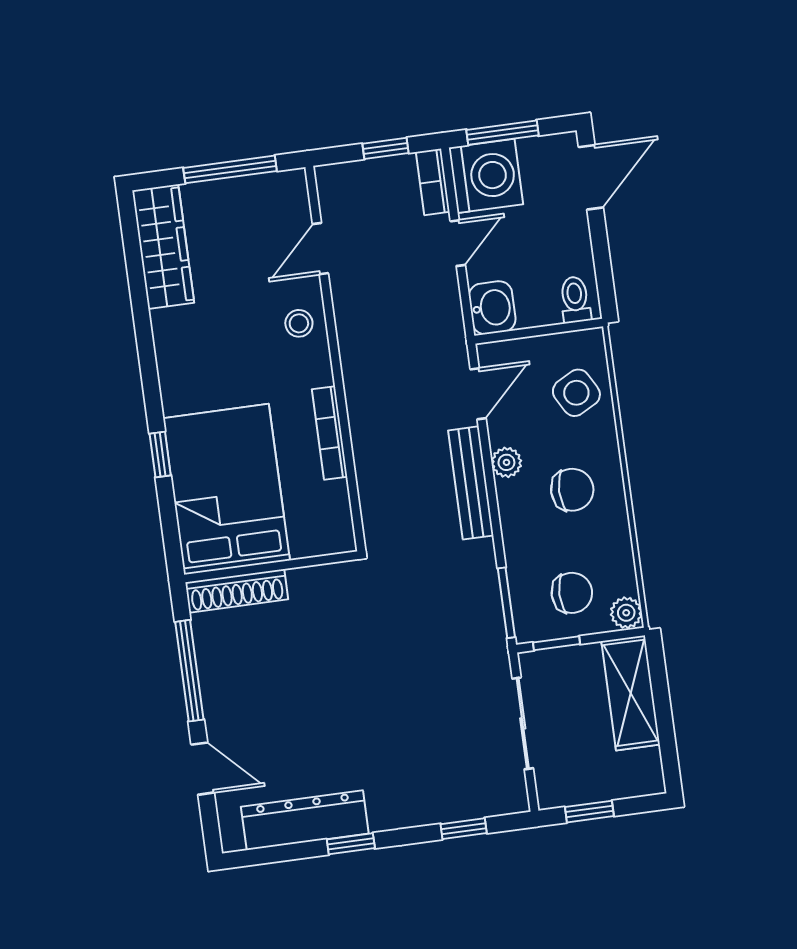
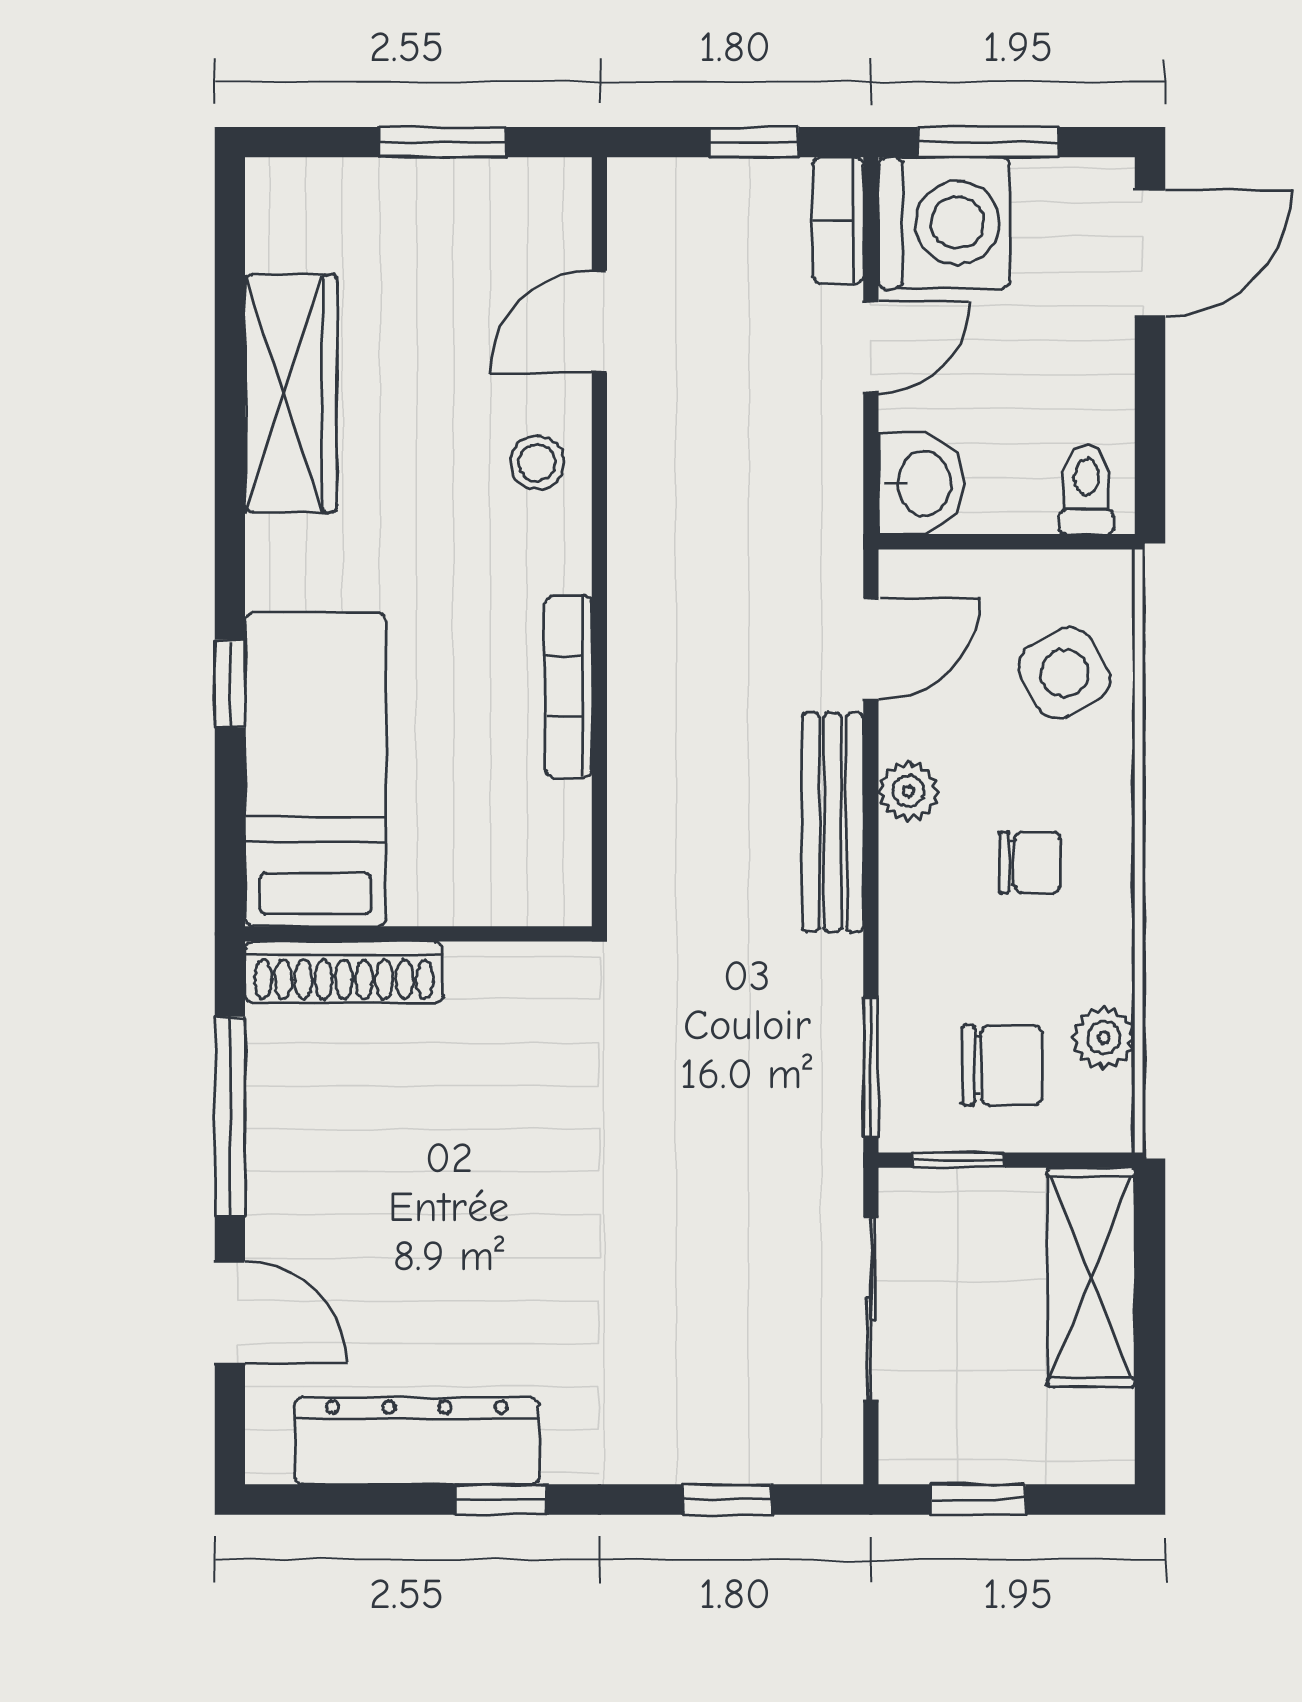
window: (230, 169) -> (443, 142), width x0.69
wardrobe: (163, 247) -> (291, 393), moved
bed: (226, 489) -> (316, 770), width x0.67
chair: (572, 490) -> (1030, 863), width x0.73, depth x0.73
plant: (626, 613) -> (1104, 1038), moved

